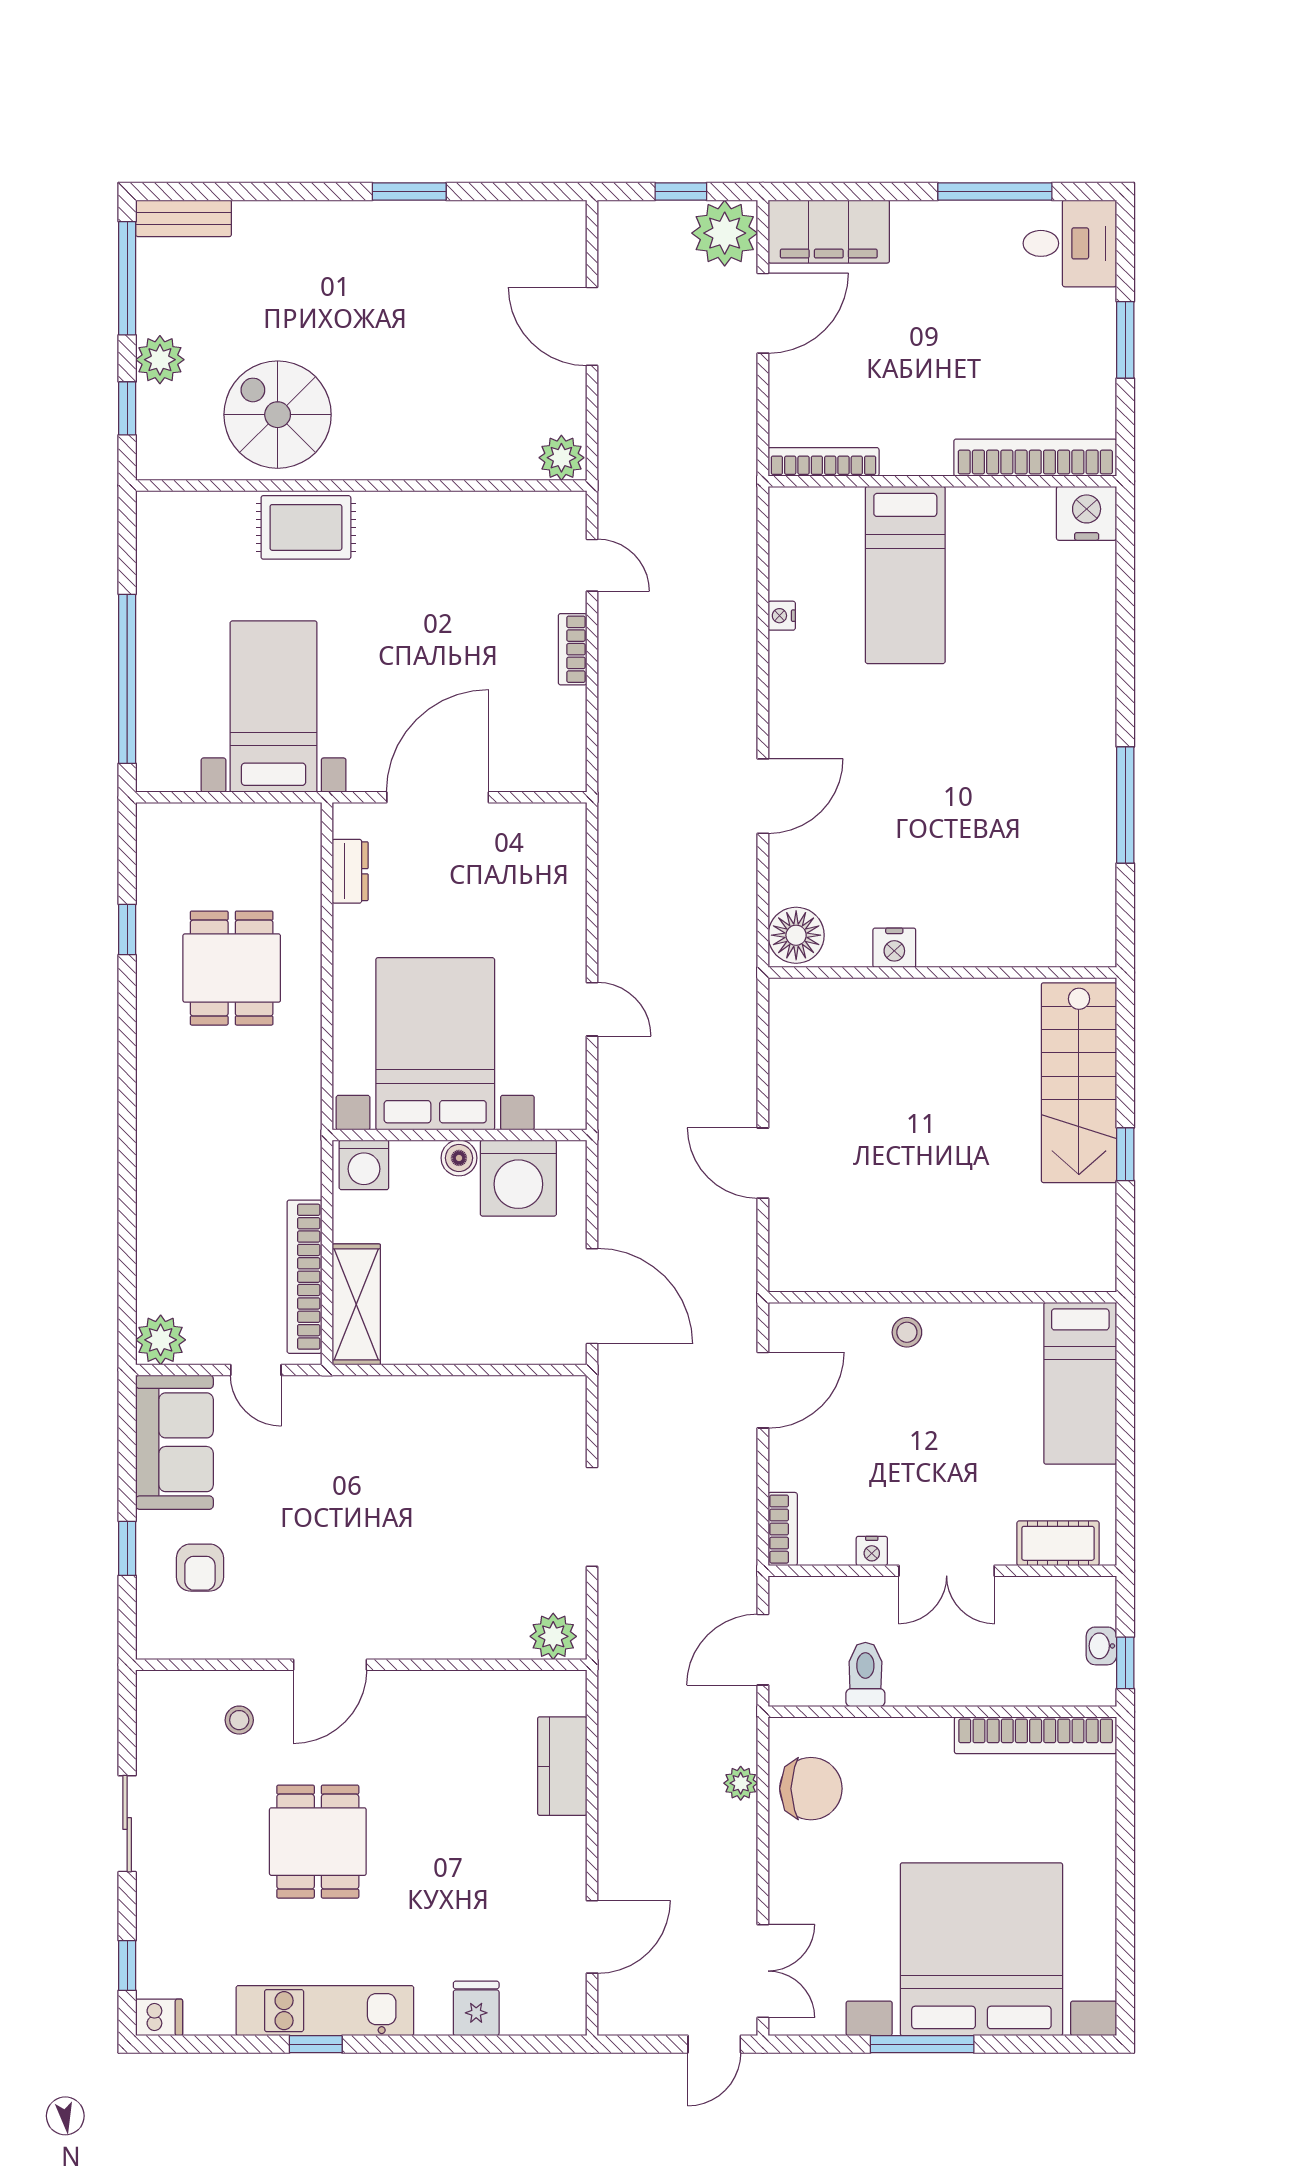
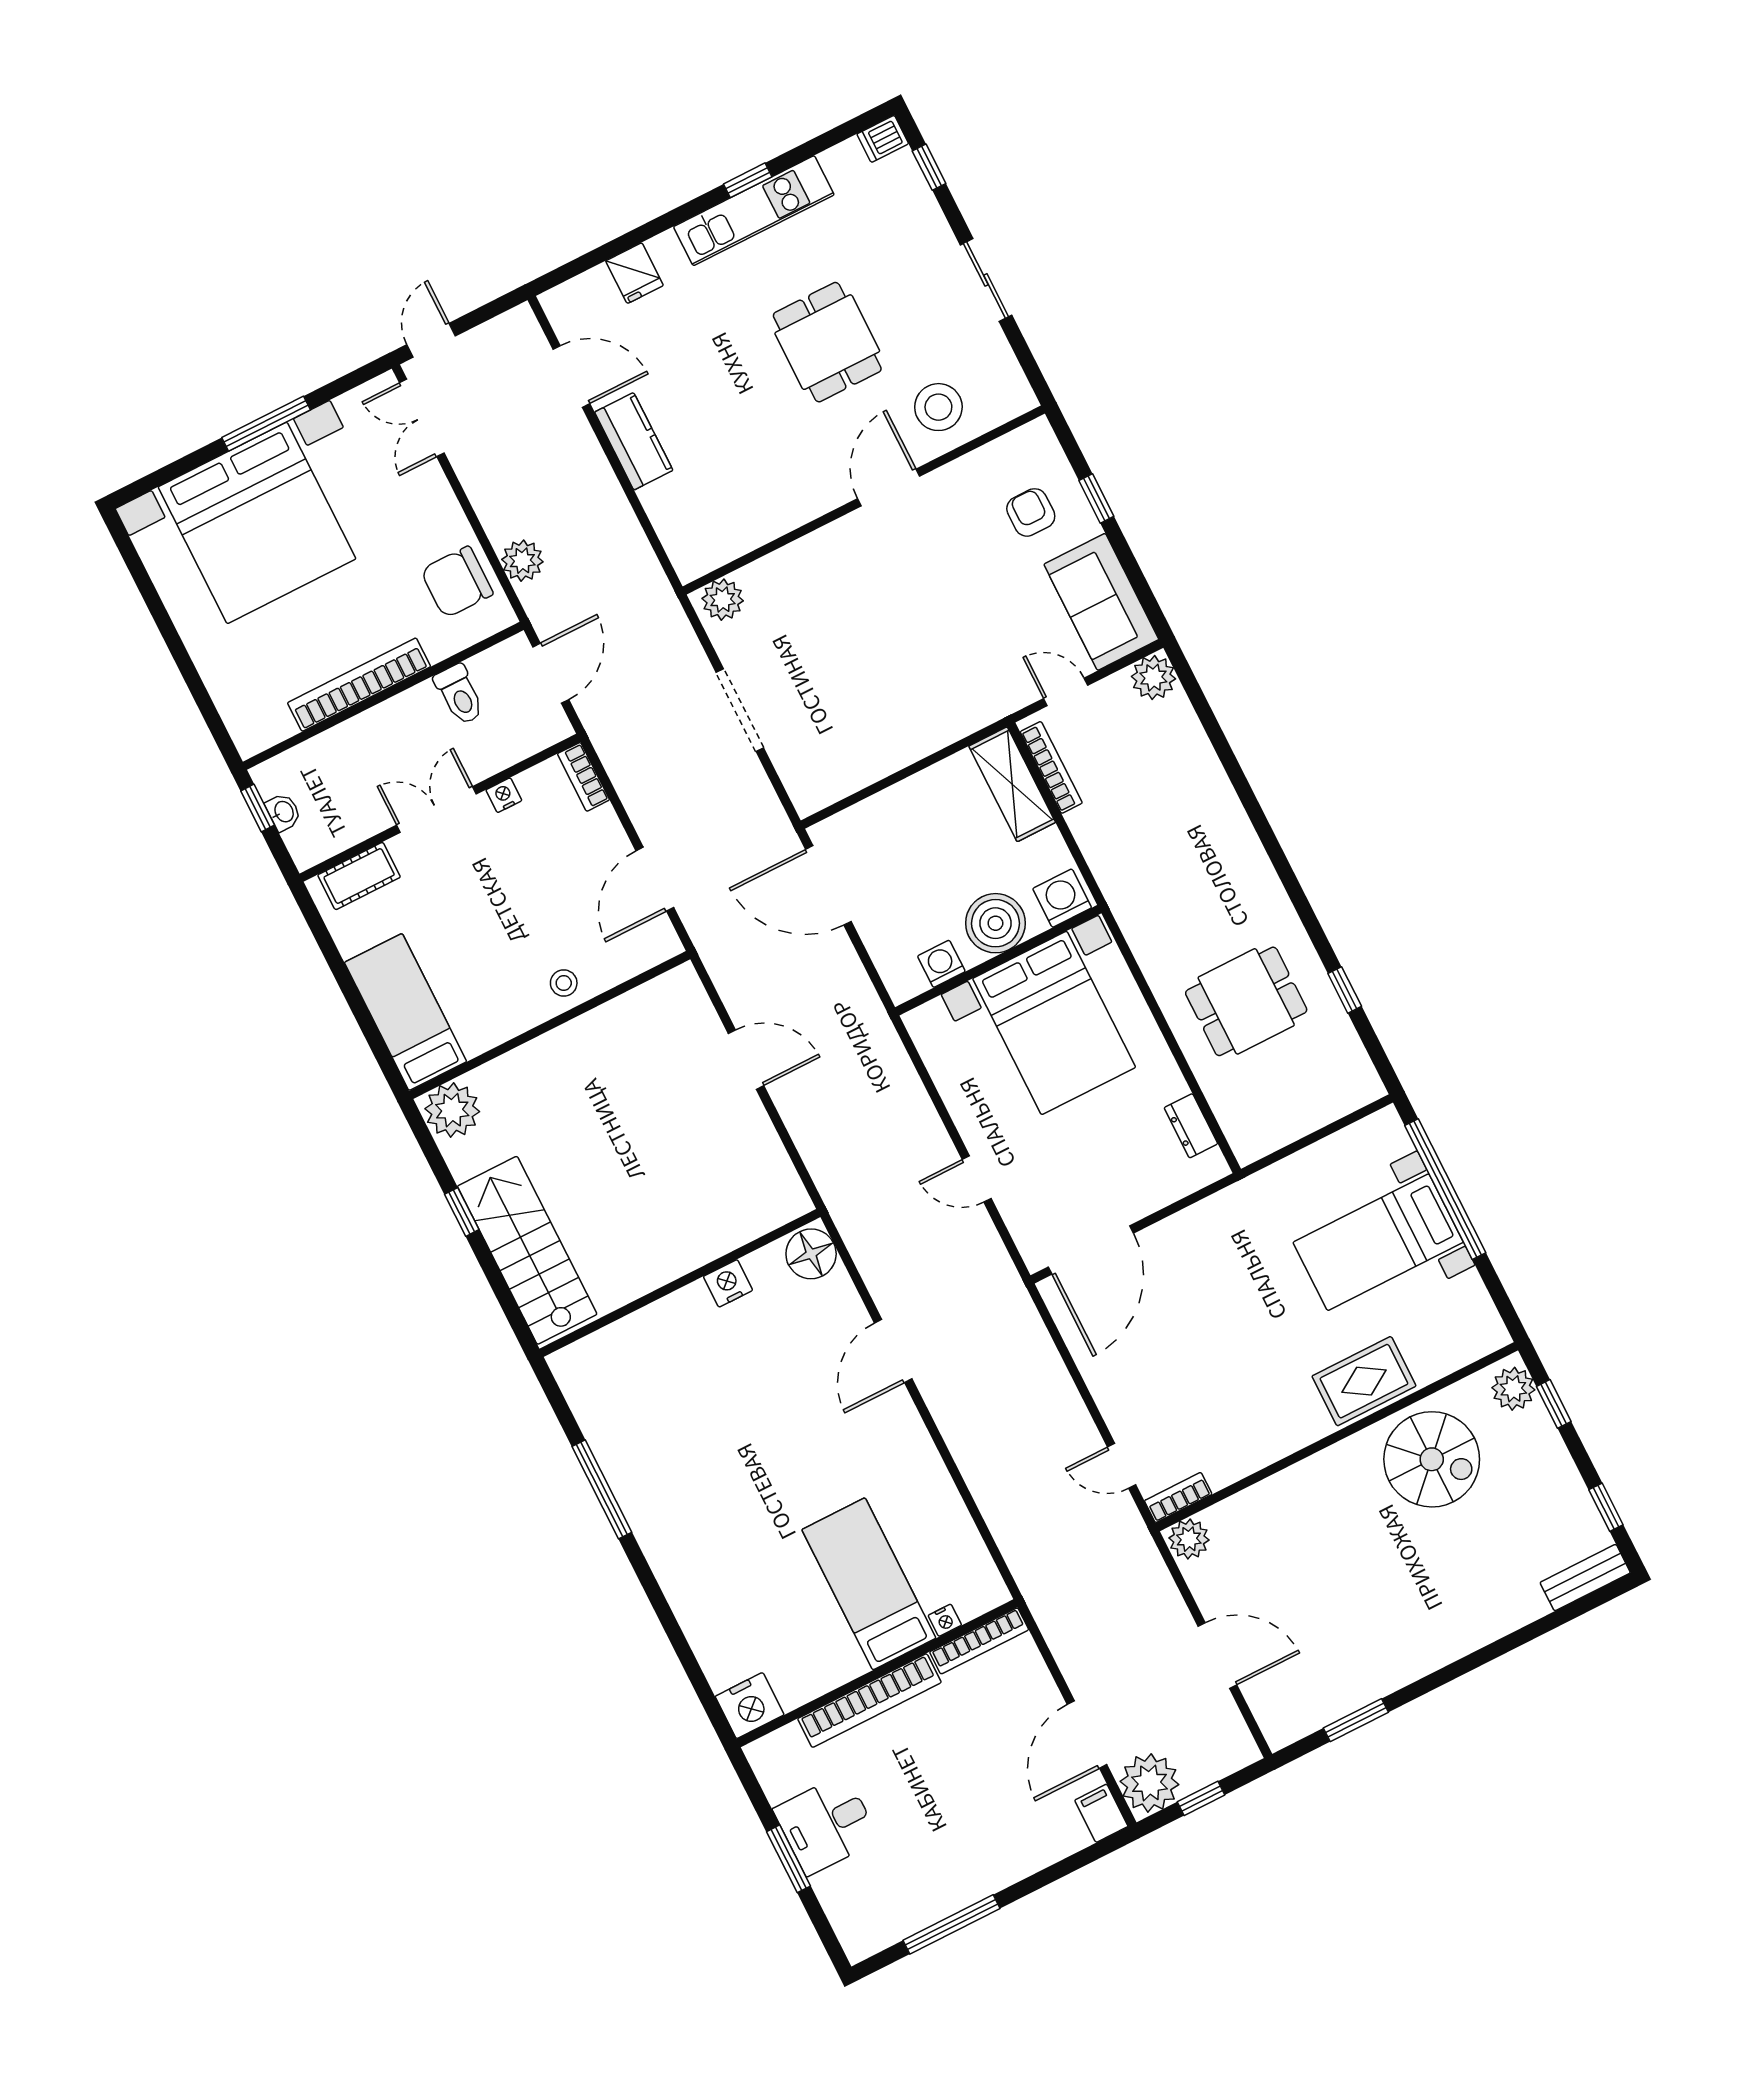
window: (409, 191) -> (1356, 1720), moved
filing cabinet: (829, 232) -> (1101, 1813), width x0.33, depth x0.86
desk: (1070, 243) -> (826, 1824), moved
window: (127, 278) -> (1606, 1507), width x0.46
plant: (160, 360) -> (1513, 1389), moved
bookcase: (1035, 458) -> (869, 1701), moved
nightstand: (782, 616) -> (945, 1620), moved, turned 90
bookcase: (573, 649) -> (1178, 1498), moved, turned -90
bed with nightstands: (274, 707) -> (1378, 1242), moved, turned 90
door: (438, 797) -> (1091, 1250), moved
dining table: (232, 968) -> (1246, 1001), turned 90
door: (592, 1009) -> (977, 1179), moved
boiler: (459, 1158) -> (995, 923), width x1.86, depth x1.86
washing machine: (518, 1178) -> (941, 964), width x0.53, depth x0.53
plant: (1083, 1261) -> (452, 1110), added
bookcase: (305, 1277) -> (1051, 767), width x0.68, depth x0.76
stool: (239, 1720) -> (938, 407), width x1.89, depth x1.89
bookcase: (1036, 1735) -> (359, 685), moved
kitchen counter: (562, 1766) -> (634, 441), moved
plant: (741, 1783) -> (522, 561), width x1.38, depth x1.38
door: (592, 1937) -> (571, 376), swing flipped

